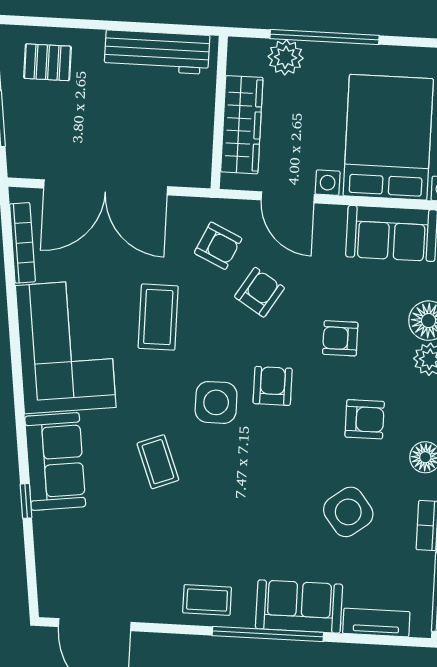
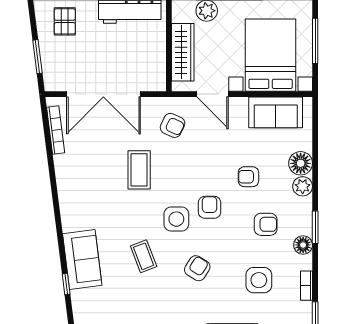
pallet: (48, 62) -> (65, 21), turned 90
armchair: (260, 292) -> (197, 268), moved
corner sofa: (66, 346) -> (85, 190), removed
side table: (348, 512) -> (259, 280), turned 37

